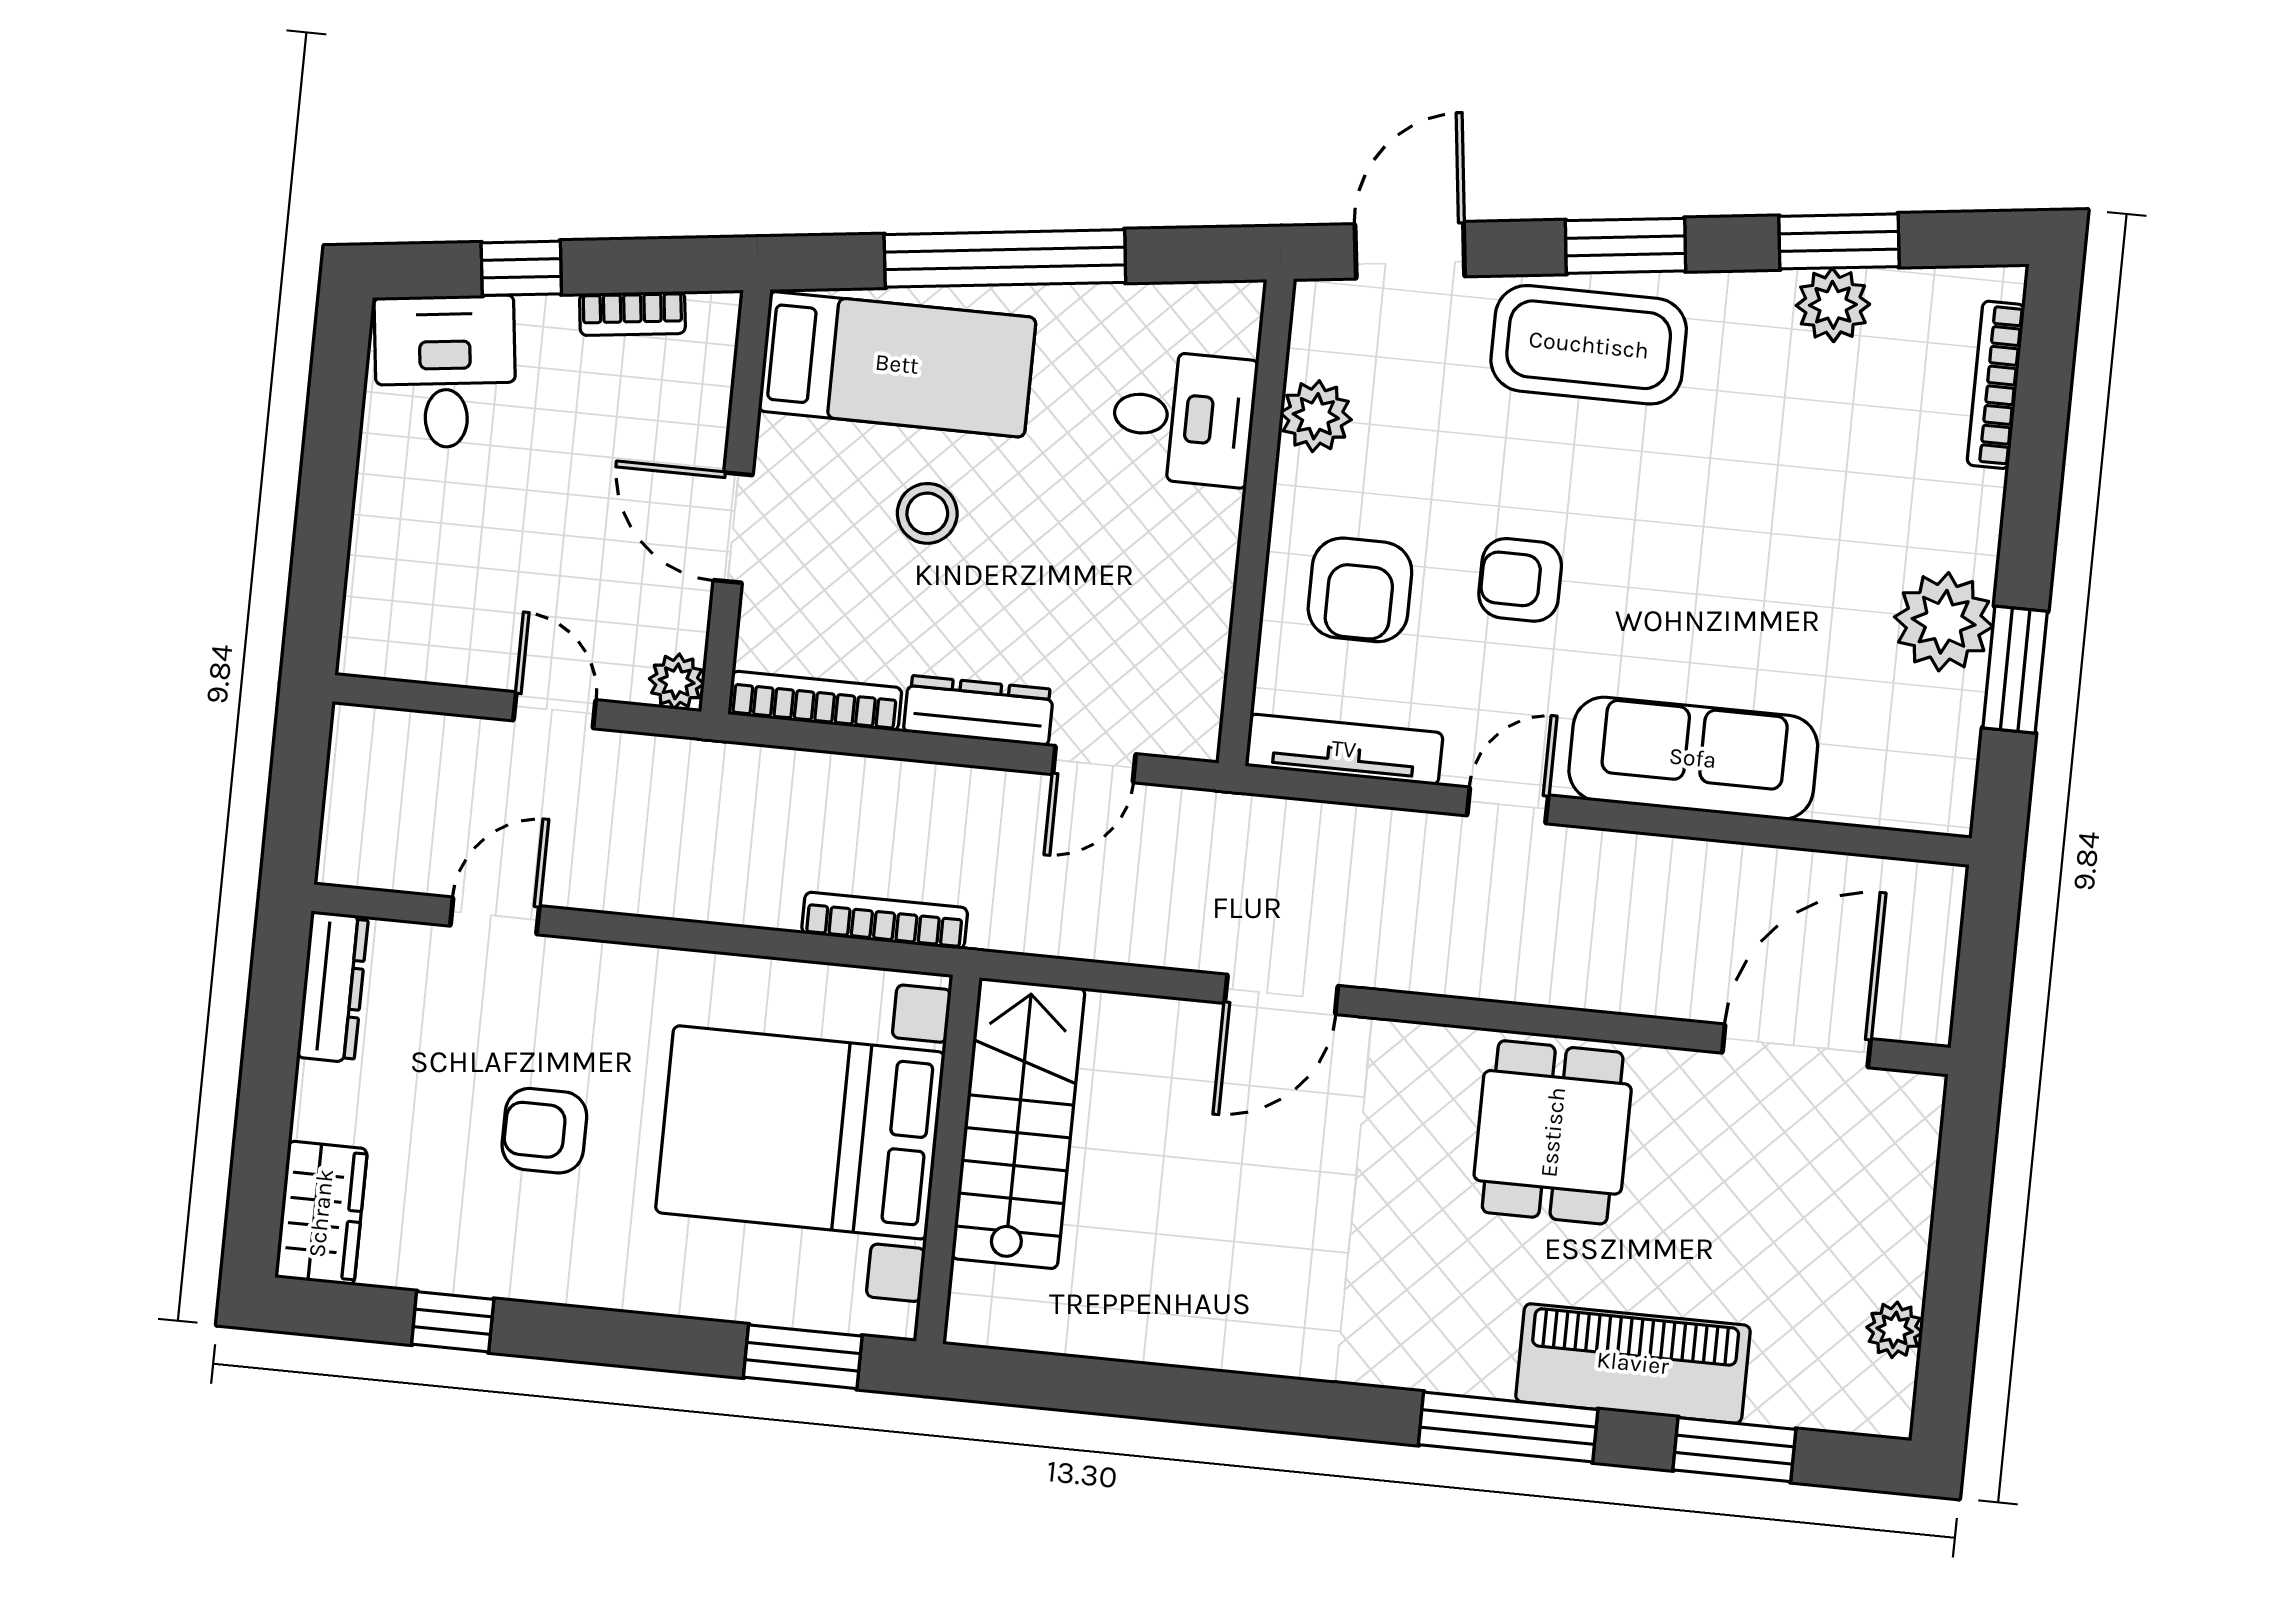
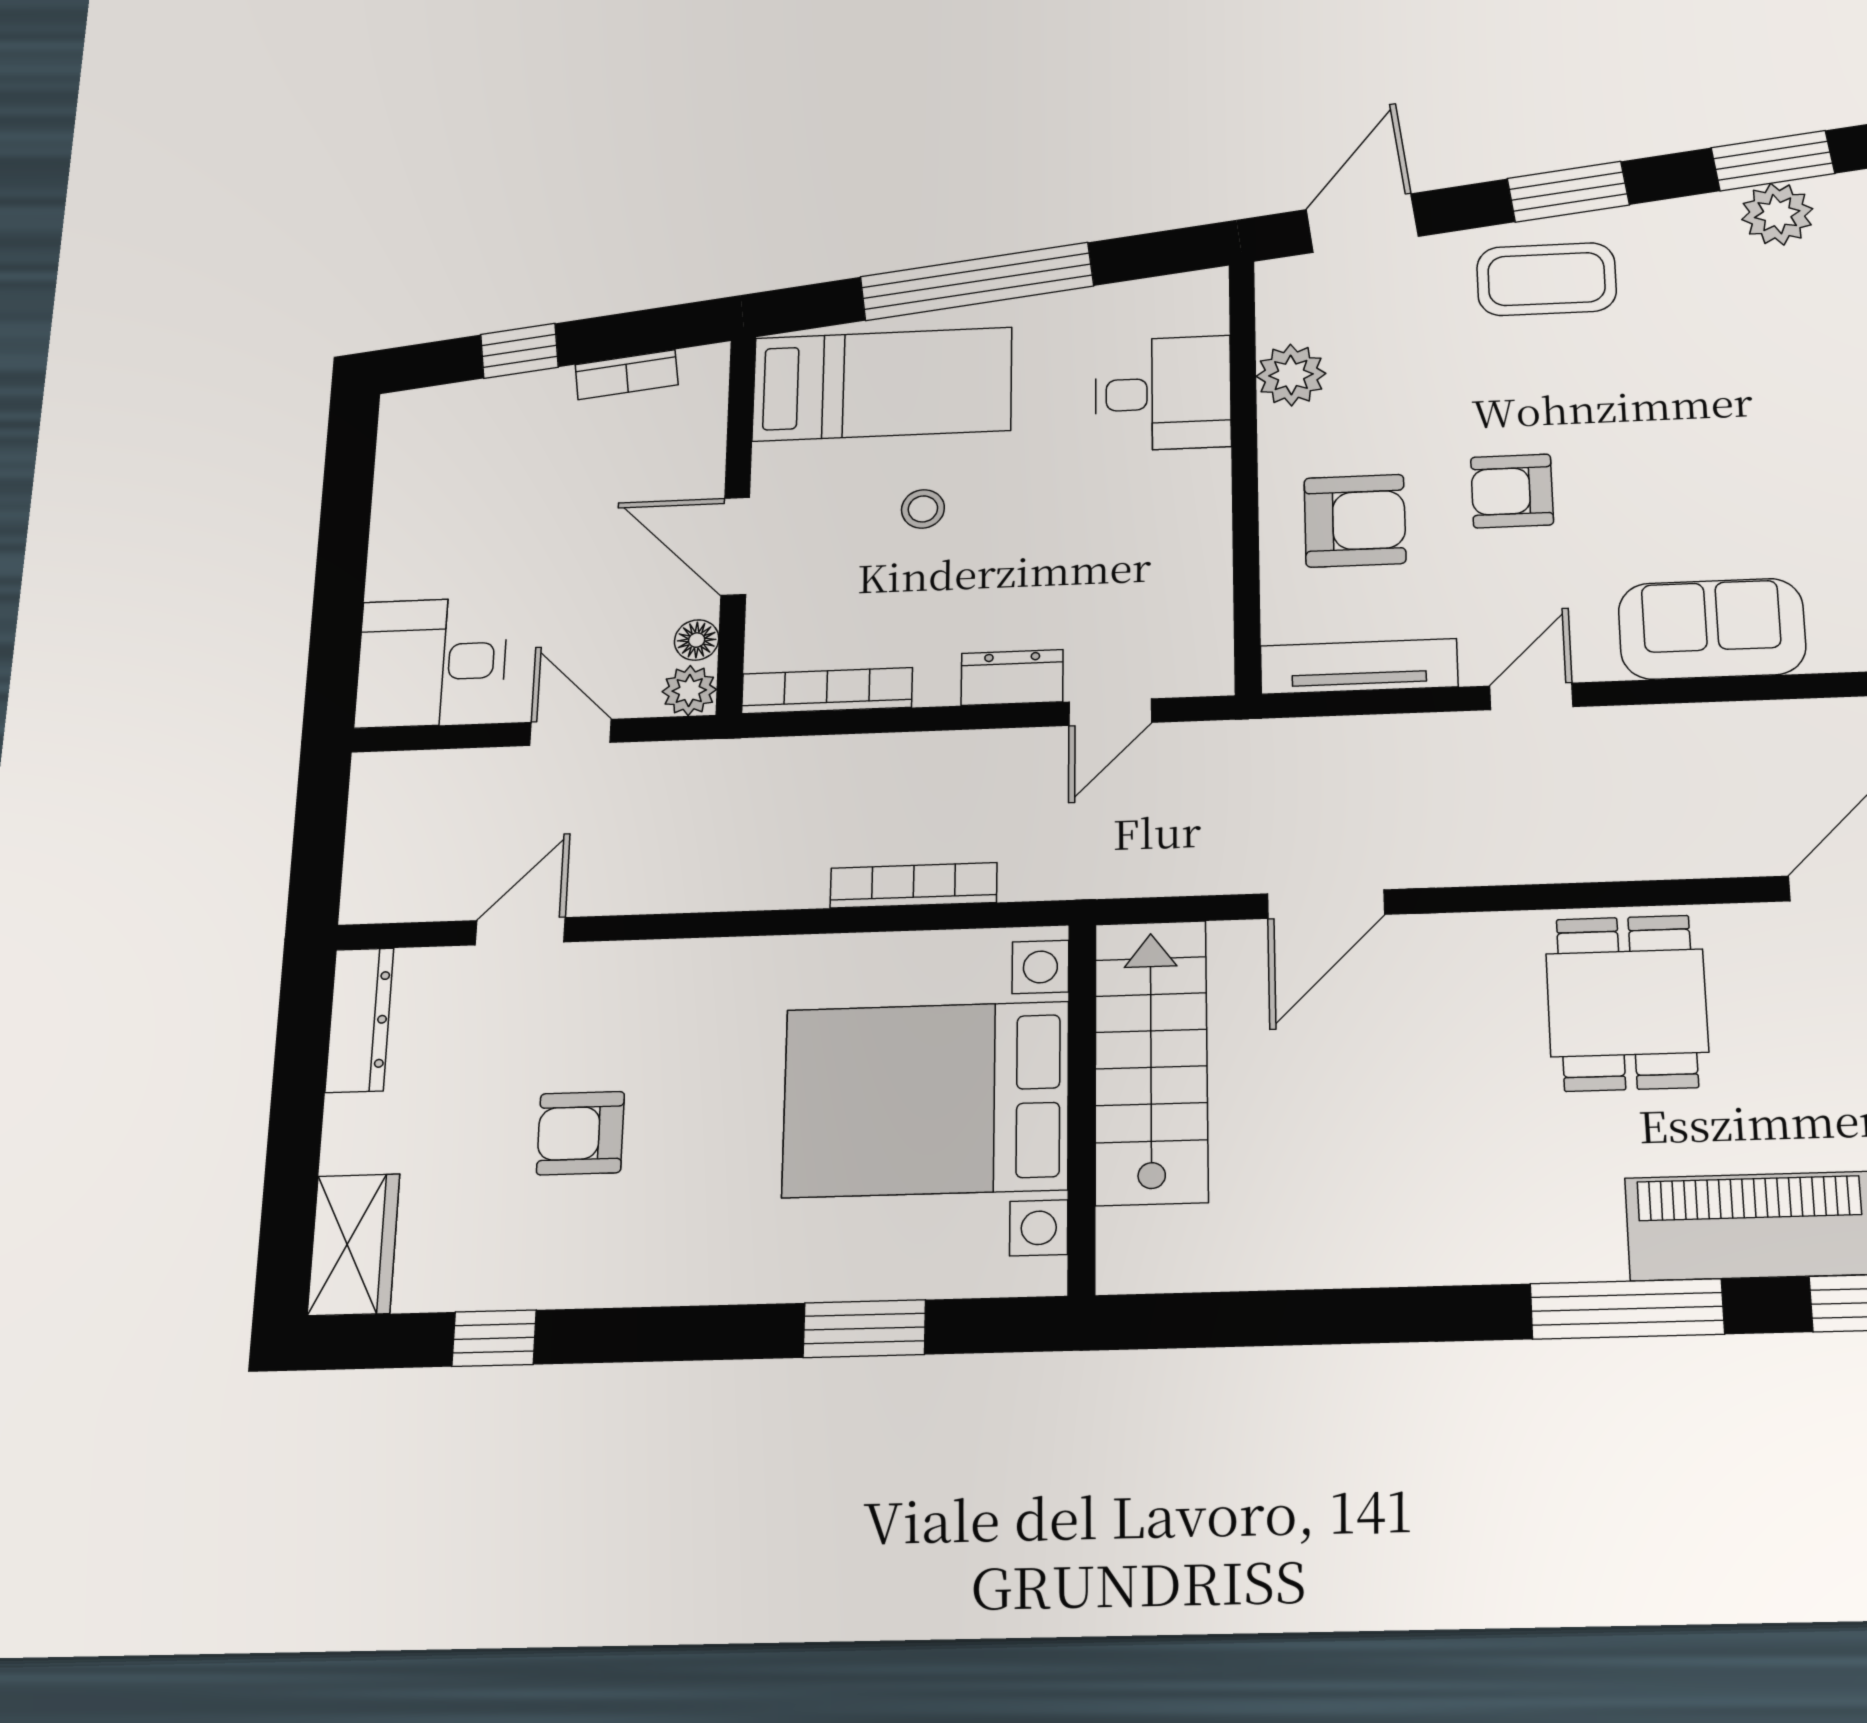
coffee table: (1589, 345) -> (1546, 279), width x0.73, depth x0.76
desk: (445, 372) -> (432, 662), moved, turned -83
stool: (927, 513) -> (923, 509), width x0.73, depth x0.73
armchair: (1360, 590) -> (1355, 521), turned -90
floor lamp: (687, 627) -> (697, 640), added
dresser: (979, 711) -> (1012, 677), width x0.70
sofa: (1693, 758) -> (1712, 629), width x0.73
stairs: (1018, 1123) -> (1151, 1062), moved
bed with nightstands: (800, 1132) -> (926, 1099), moved
wall: (948, 1160) -> (1082, 1107), moved

